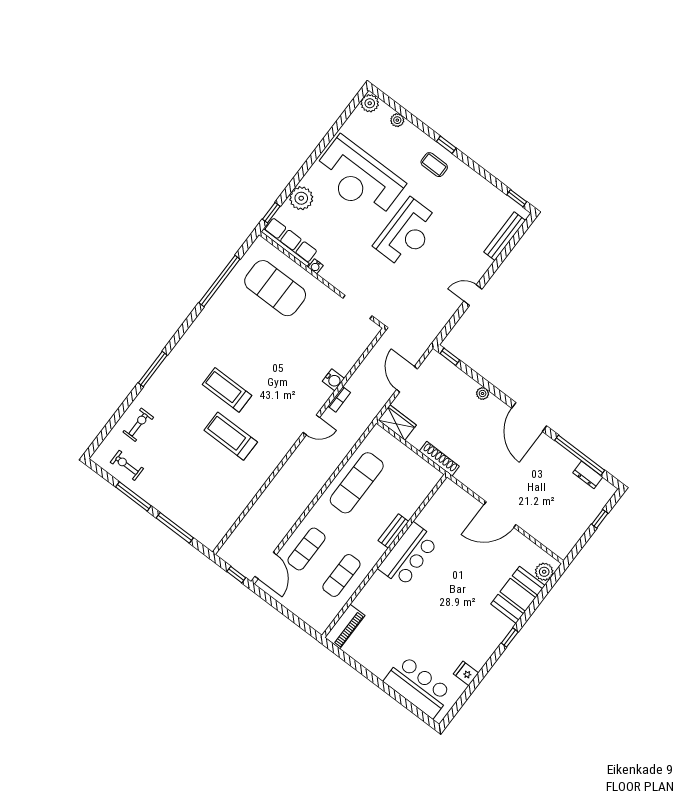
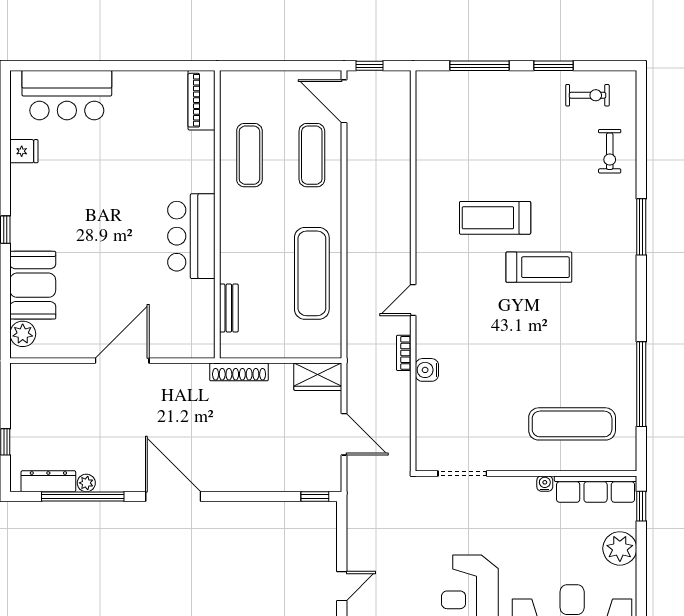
exercise mat: (275, 288) -> (572, 424), width x0.68
plant: (483, 393) -> (86, 483), moved
treadmill: (231, 436) -> (495, 218), turned 180
dresser: (588, 475) -> (48, 481), width x1.44
window: (133, 496) -> (553, 66), width x0.69
bench: (393, 531) -> (229, 308), moved

